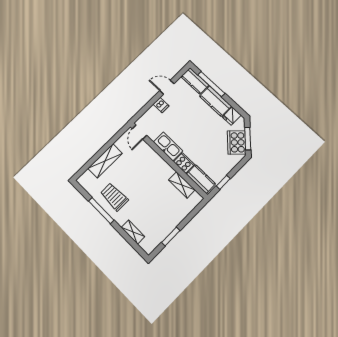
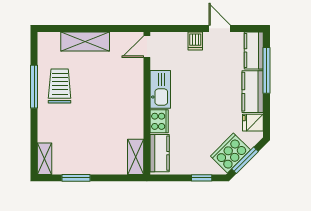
window: (223, 182) -> (202, 178), moved
shelving: (182, 185) -> (136, 157), moved
shelving: (133, 232) -> (44, 159), moved

